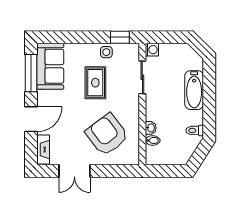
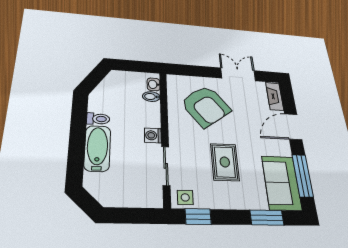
window: (67, 37) -> (267, 218), added
washing machine: (152, 50) -> (153, 135), moved
side table: (106, 52) -> (185, 197), moved
washbasin: (151, 128) -> (154, 84), moved
toilet: (195, 130) -> (98, 119), moved

